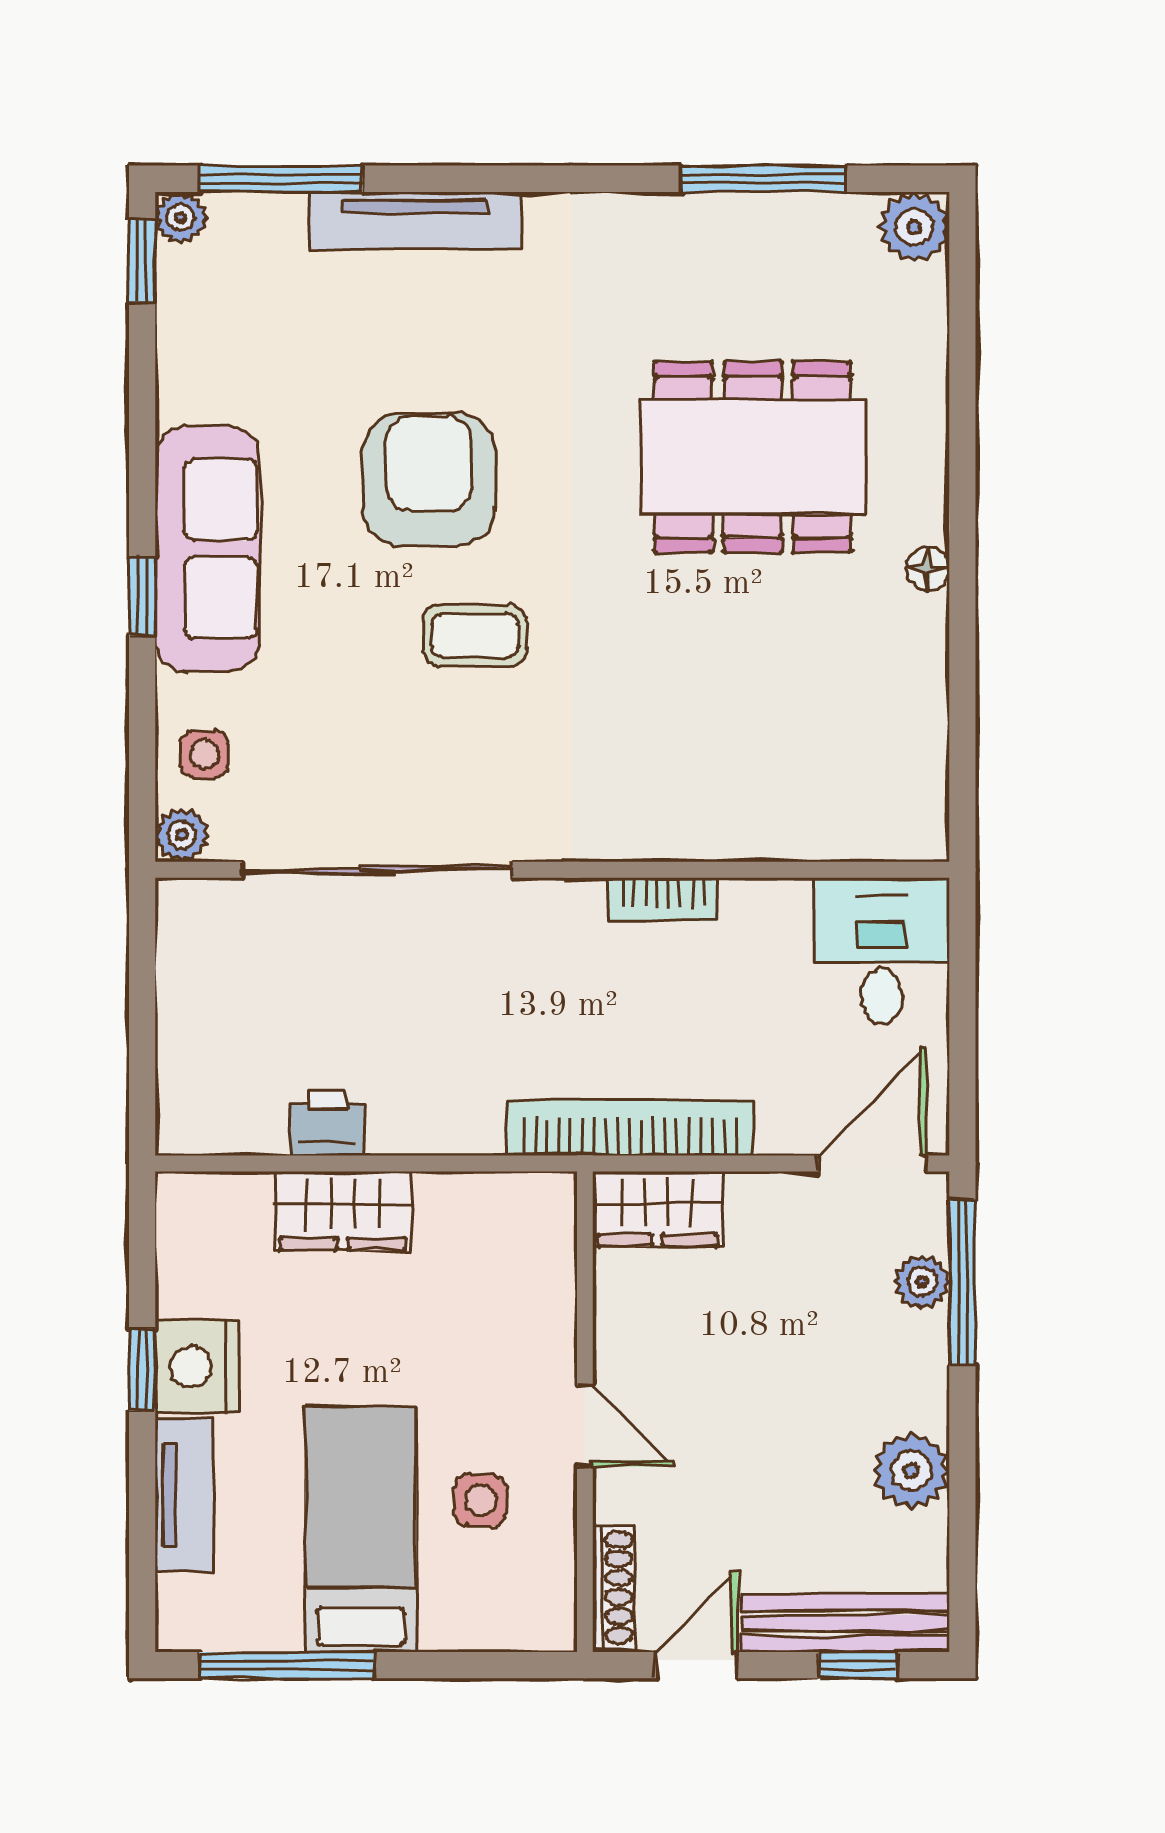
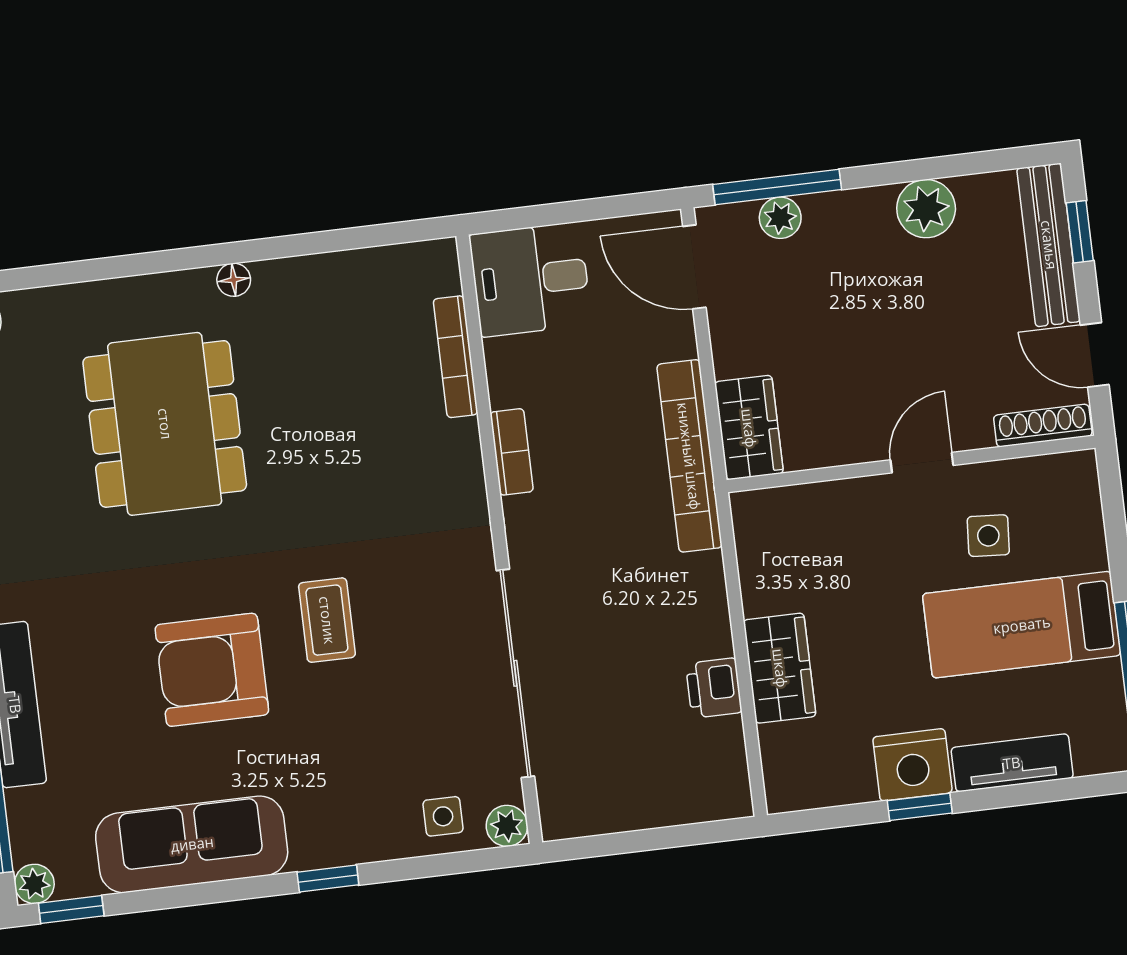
sofa: (207, 548) -> (192, 844), moved
bookcase: (794, 842) -> (455, 357), added

